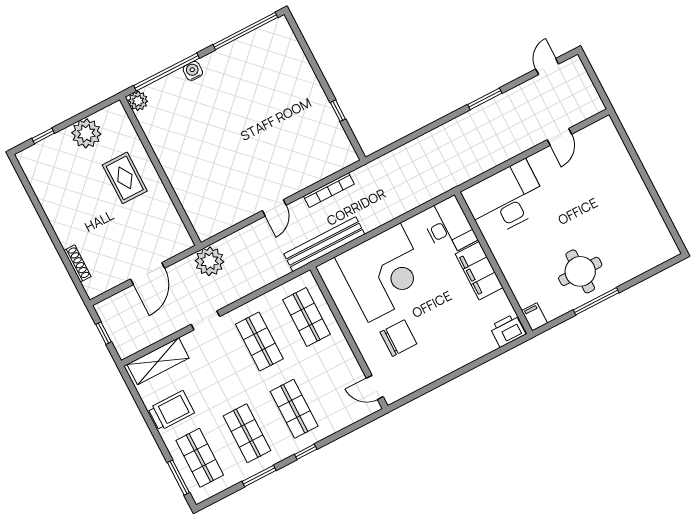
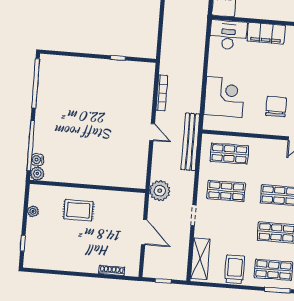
water cooler: (193, 71) -> (37, 160), moved
plant: (86, 133) -> (33, 211), width x0.53, depth x0.53
bench: (324, 244) -> (190, 142), moved
corner desk: (384, 273) -> (224, 97), width x0.74, depth x0.74

